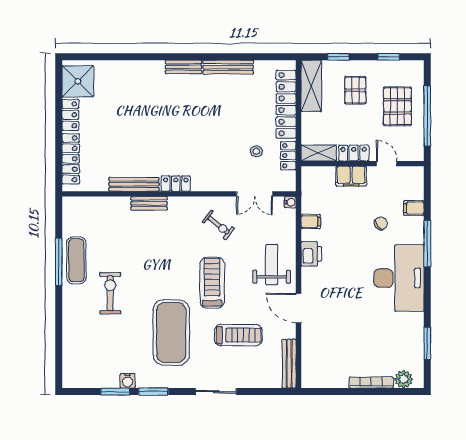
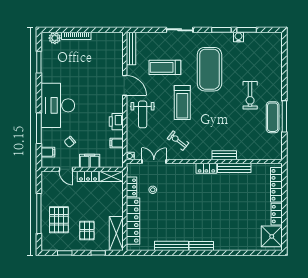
shelving: (319, 153) -> (111, 176), moved
locker: (354, 153) -> (88, 176), moved
wall: (362, 164) -> (82, 169), moved
door: (387, 164) -> (66, 169), moved
filing cabinet: (351, 176) -> (90, 161), moved

